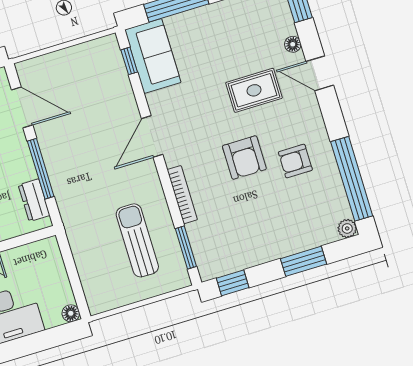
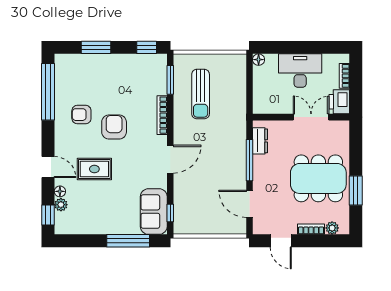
armchair: (295, 161) -> (81, 115), turned 180
plant: (347, 228) -> (61, 205), moved

